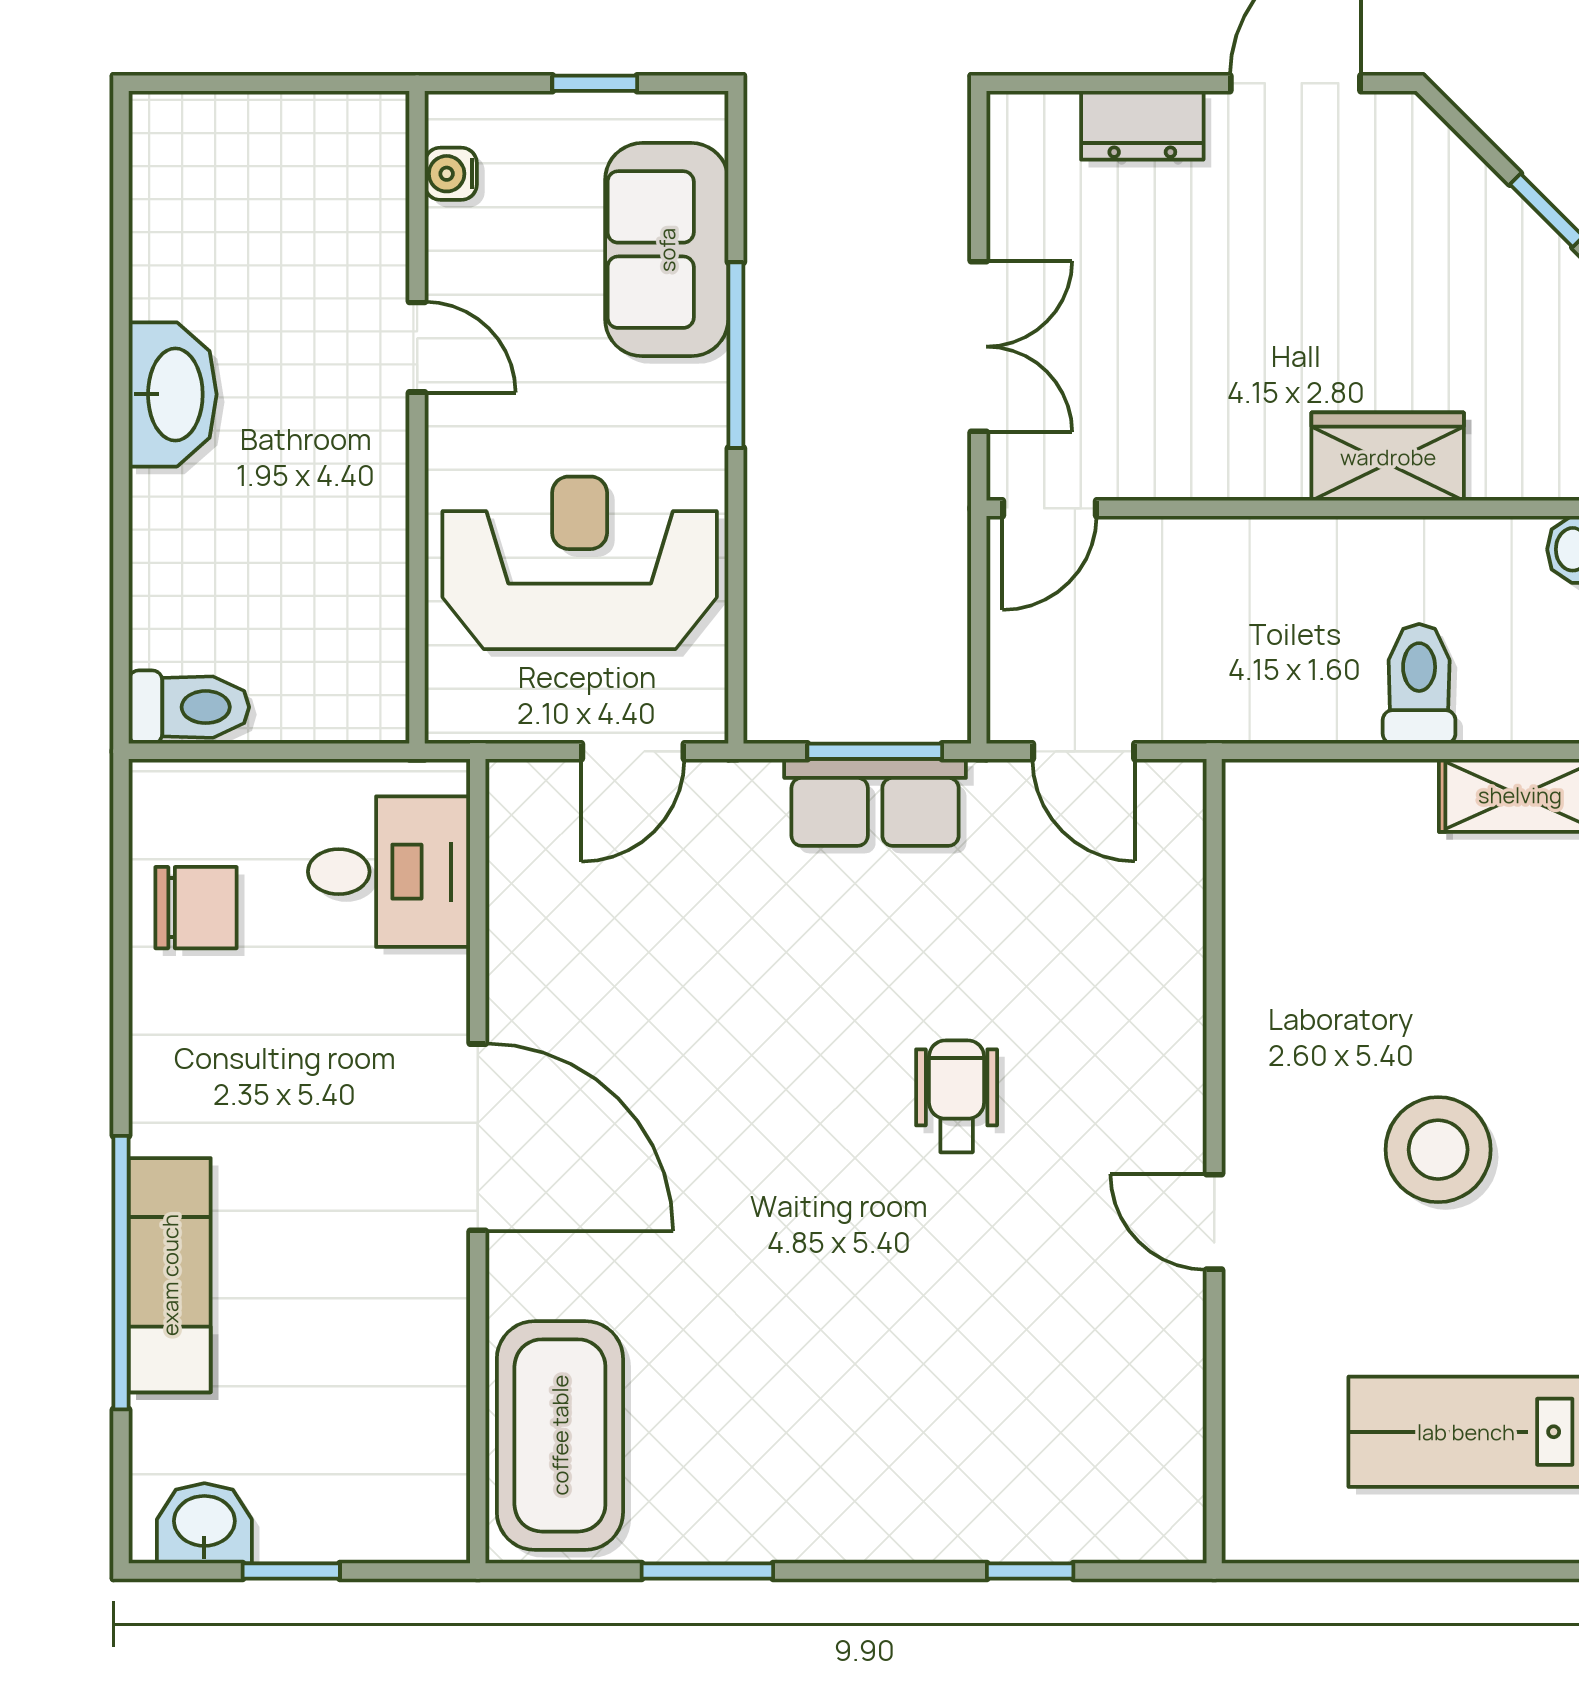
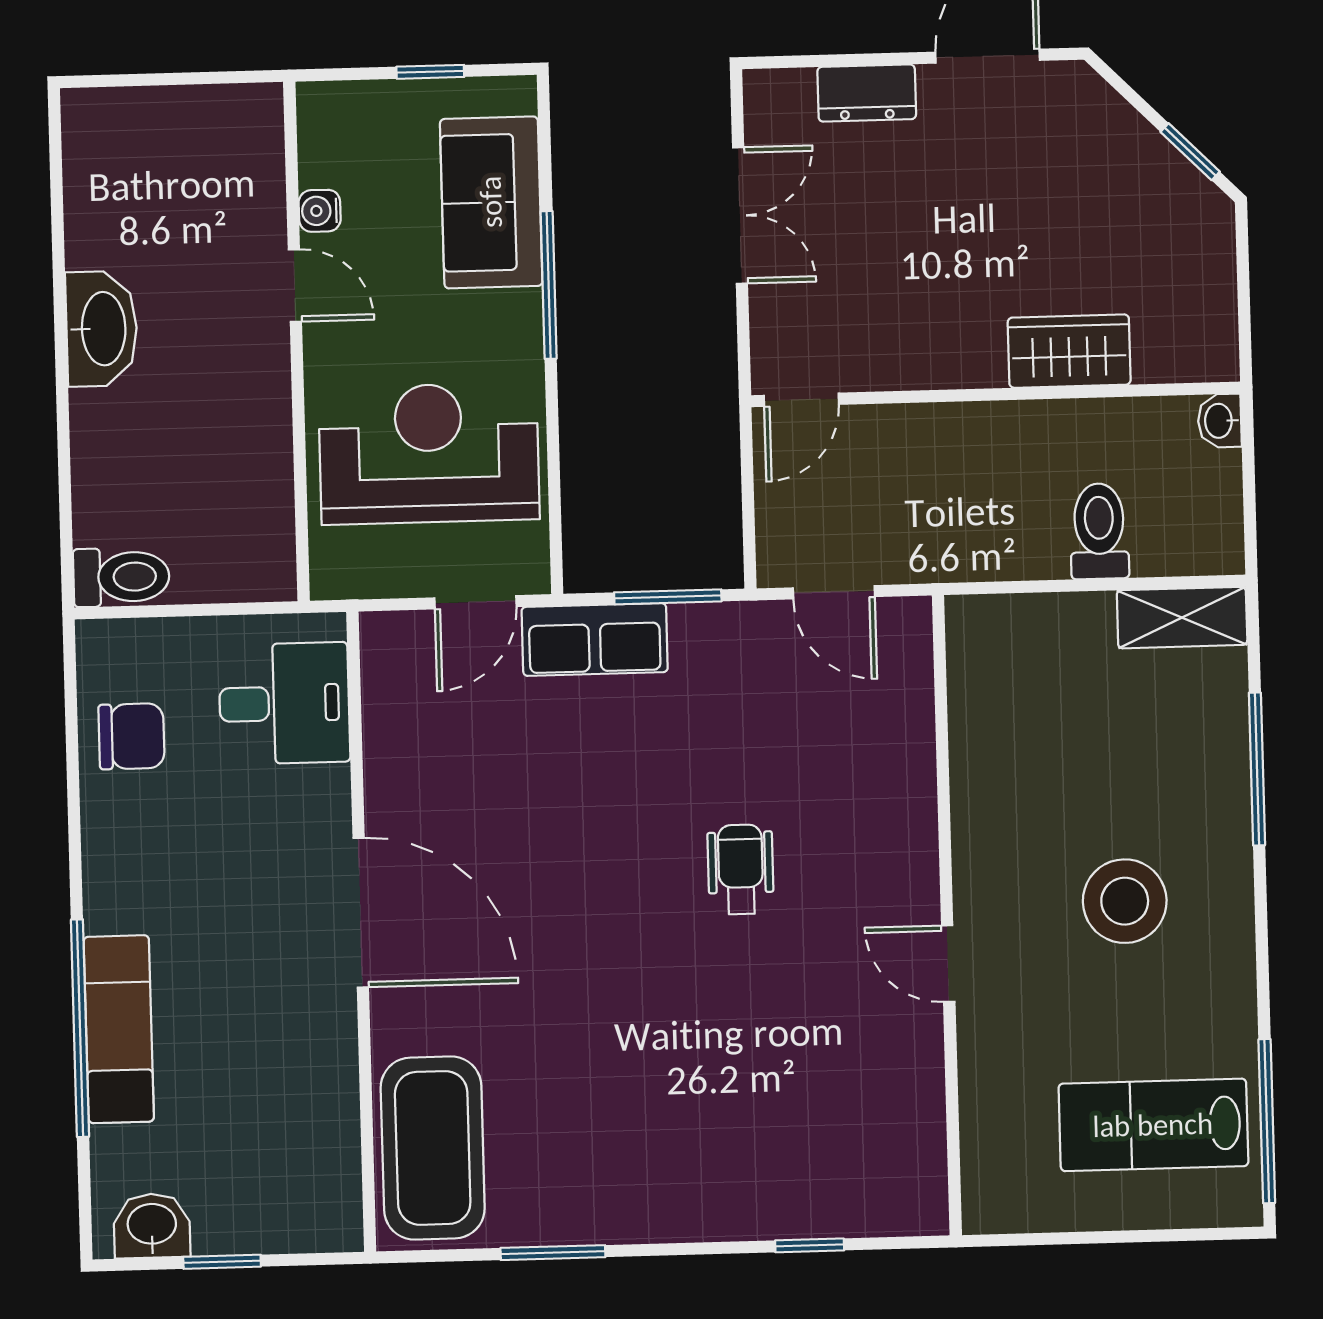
water cooler: (451, 174) -> (320, 211), moved
double door: (979, 347) -> (740, 216), moved
row of seats: (875, 802) -> (595, 640), moved

